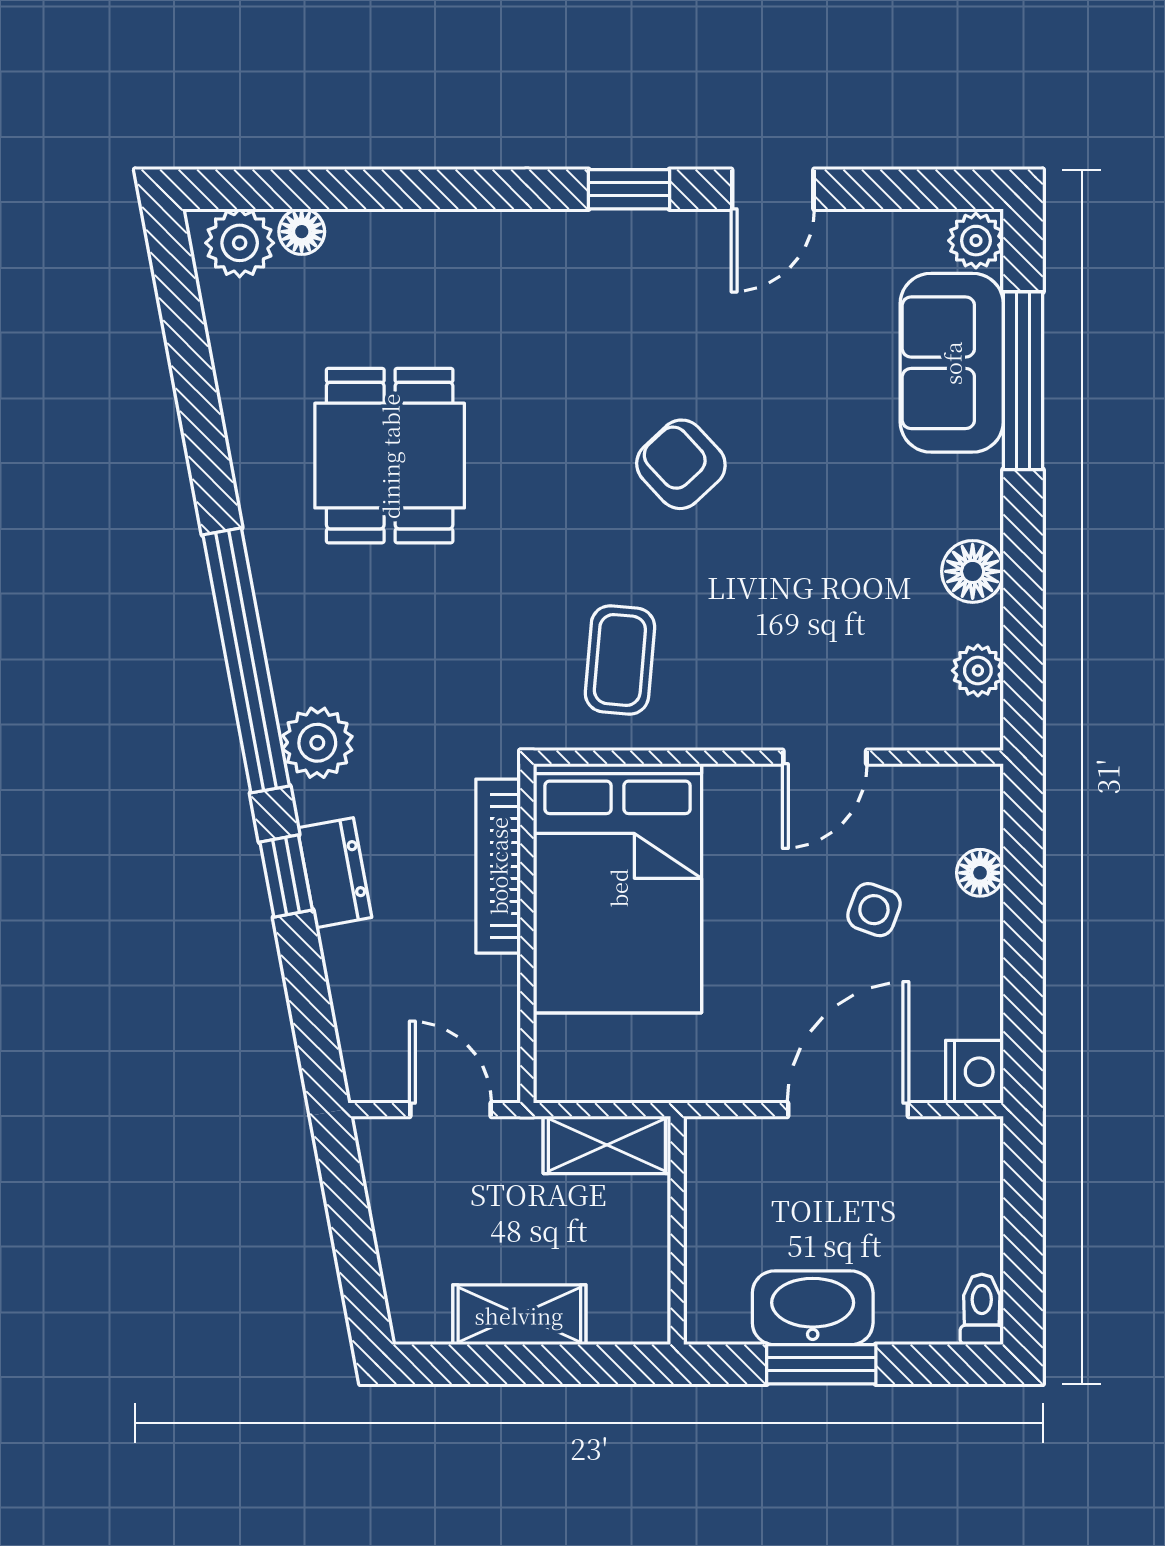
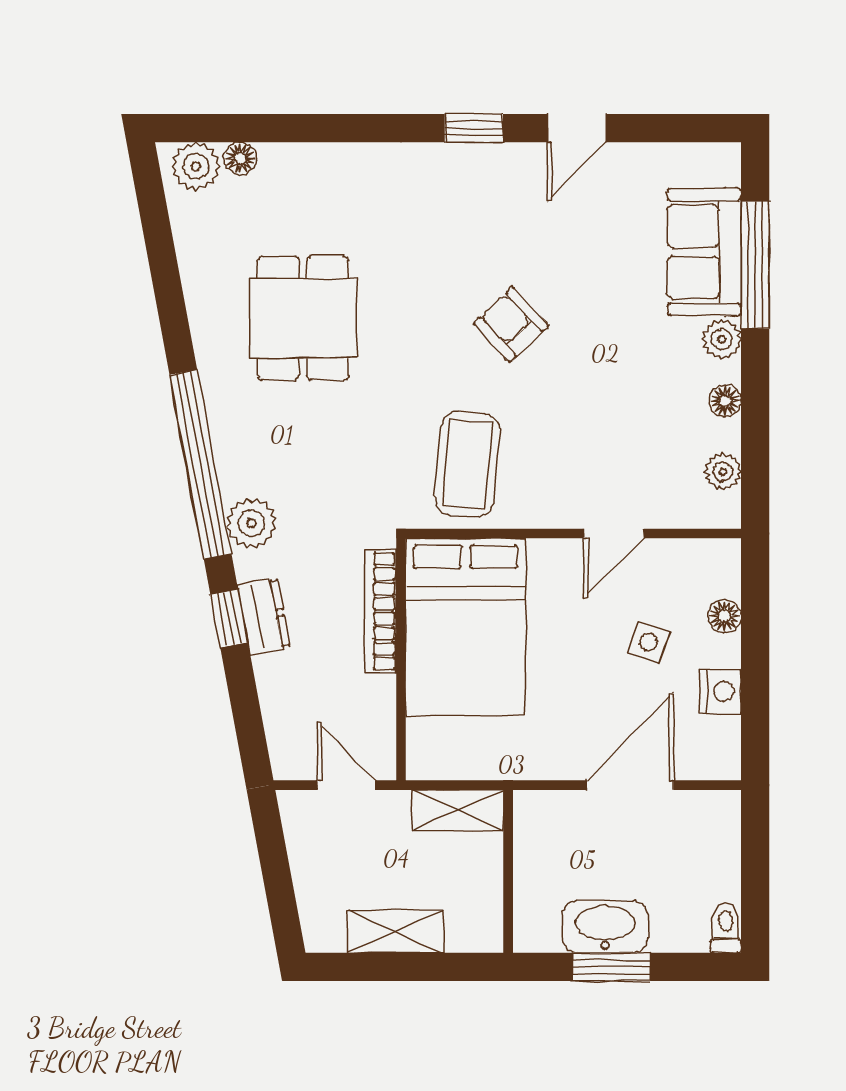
plant: (976, 241) -> (722, 339), moved
floor lamp: (973, 571) -> (725, 401), width x0.73, depth x0.73
coffee table: (620, 660) -> (467, 464), width x1.36, depth x1.30
nightstand: (975, 1072) -> (721, 691), moved

